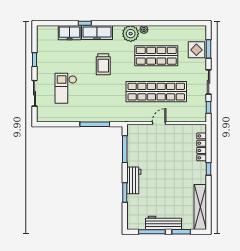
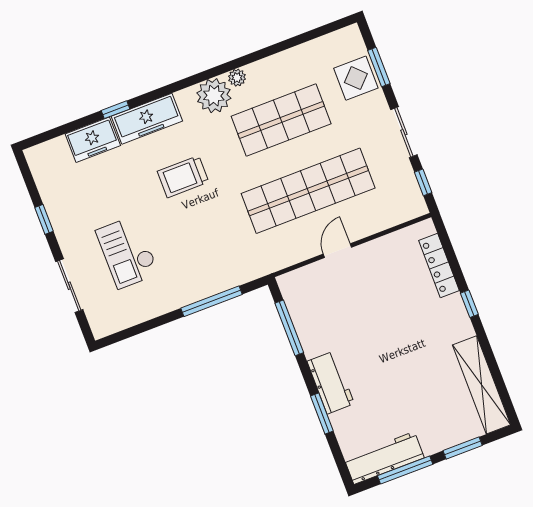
trolley: (103, 64) -> (183, 177), turned 90
workbench: (163, 223) -> (384, 458), moved

